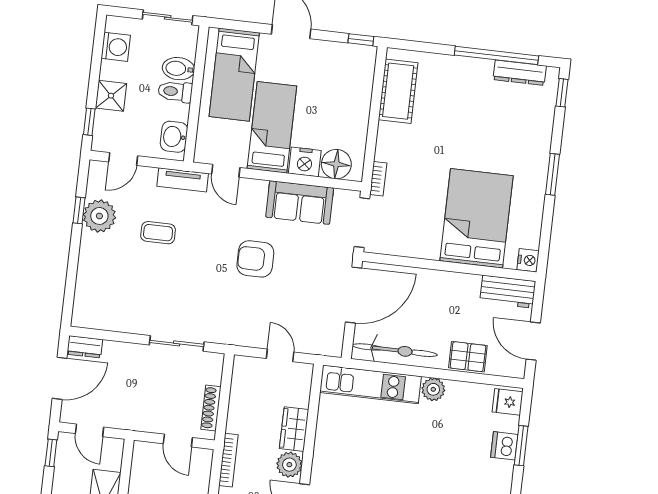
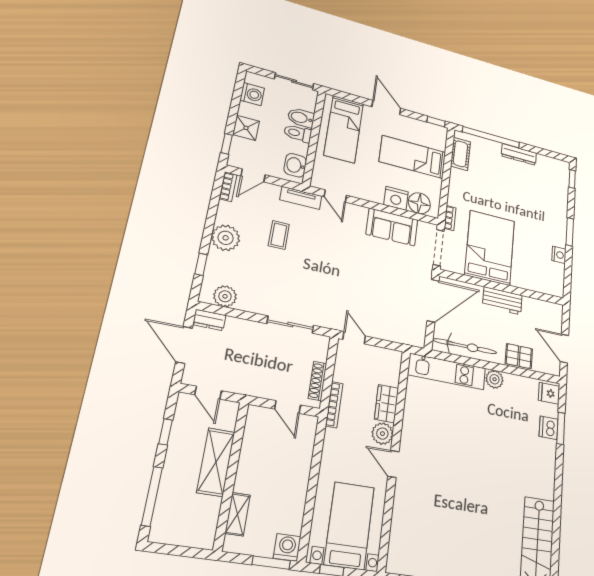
window: (496, 55) -> (491, 137), moved
dresser: (520, 73) -> (519, 154), moved
cot: (398, 91) -> (460, 154), width x0.73, depth x0.75
bed: (272, 127) -> (413, 157), moved, turned -90
bookcase: (95, 179) -> (228, 187), added
window: (79, 210) -> (201, 264), moved
plant: (99, 216) -> (226, 238), moved
bed: (476, 218) -> (490, 248), moved
coffee table: (158, 233) -> (279, 235), turned 90
armchair: (255, 259) -> (357, 265), removed
nightstand: (528, 260) -> (559, 255), moved
workbench: (508, 292) -> (502, 301), moved
plant: (100, 317) -> (225, 296), added
door: (280, 355) -> (354, 338), moved
door: (60, 378) -> (184, 345), swing flipped
window: (51, 453) -> (166, 432), moved
bookcase: (228, 460) -> (334, 405), moved

